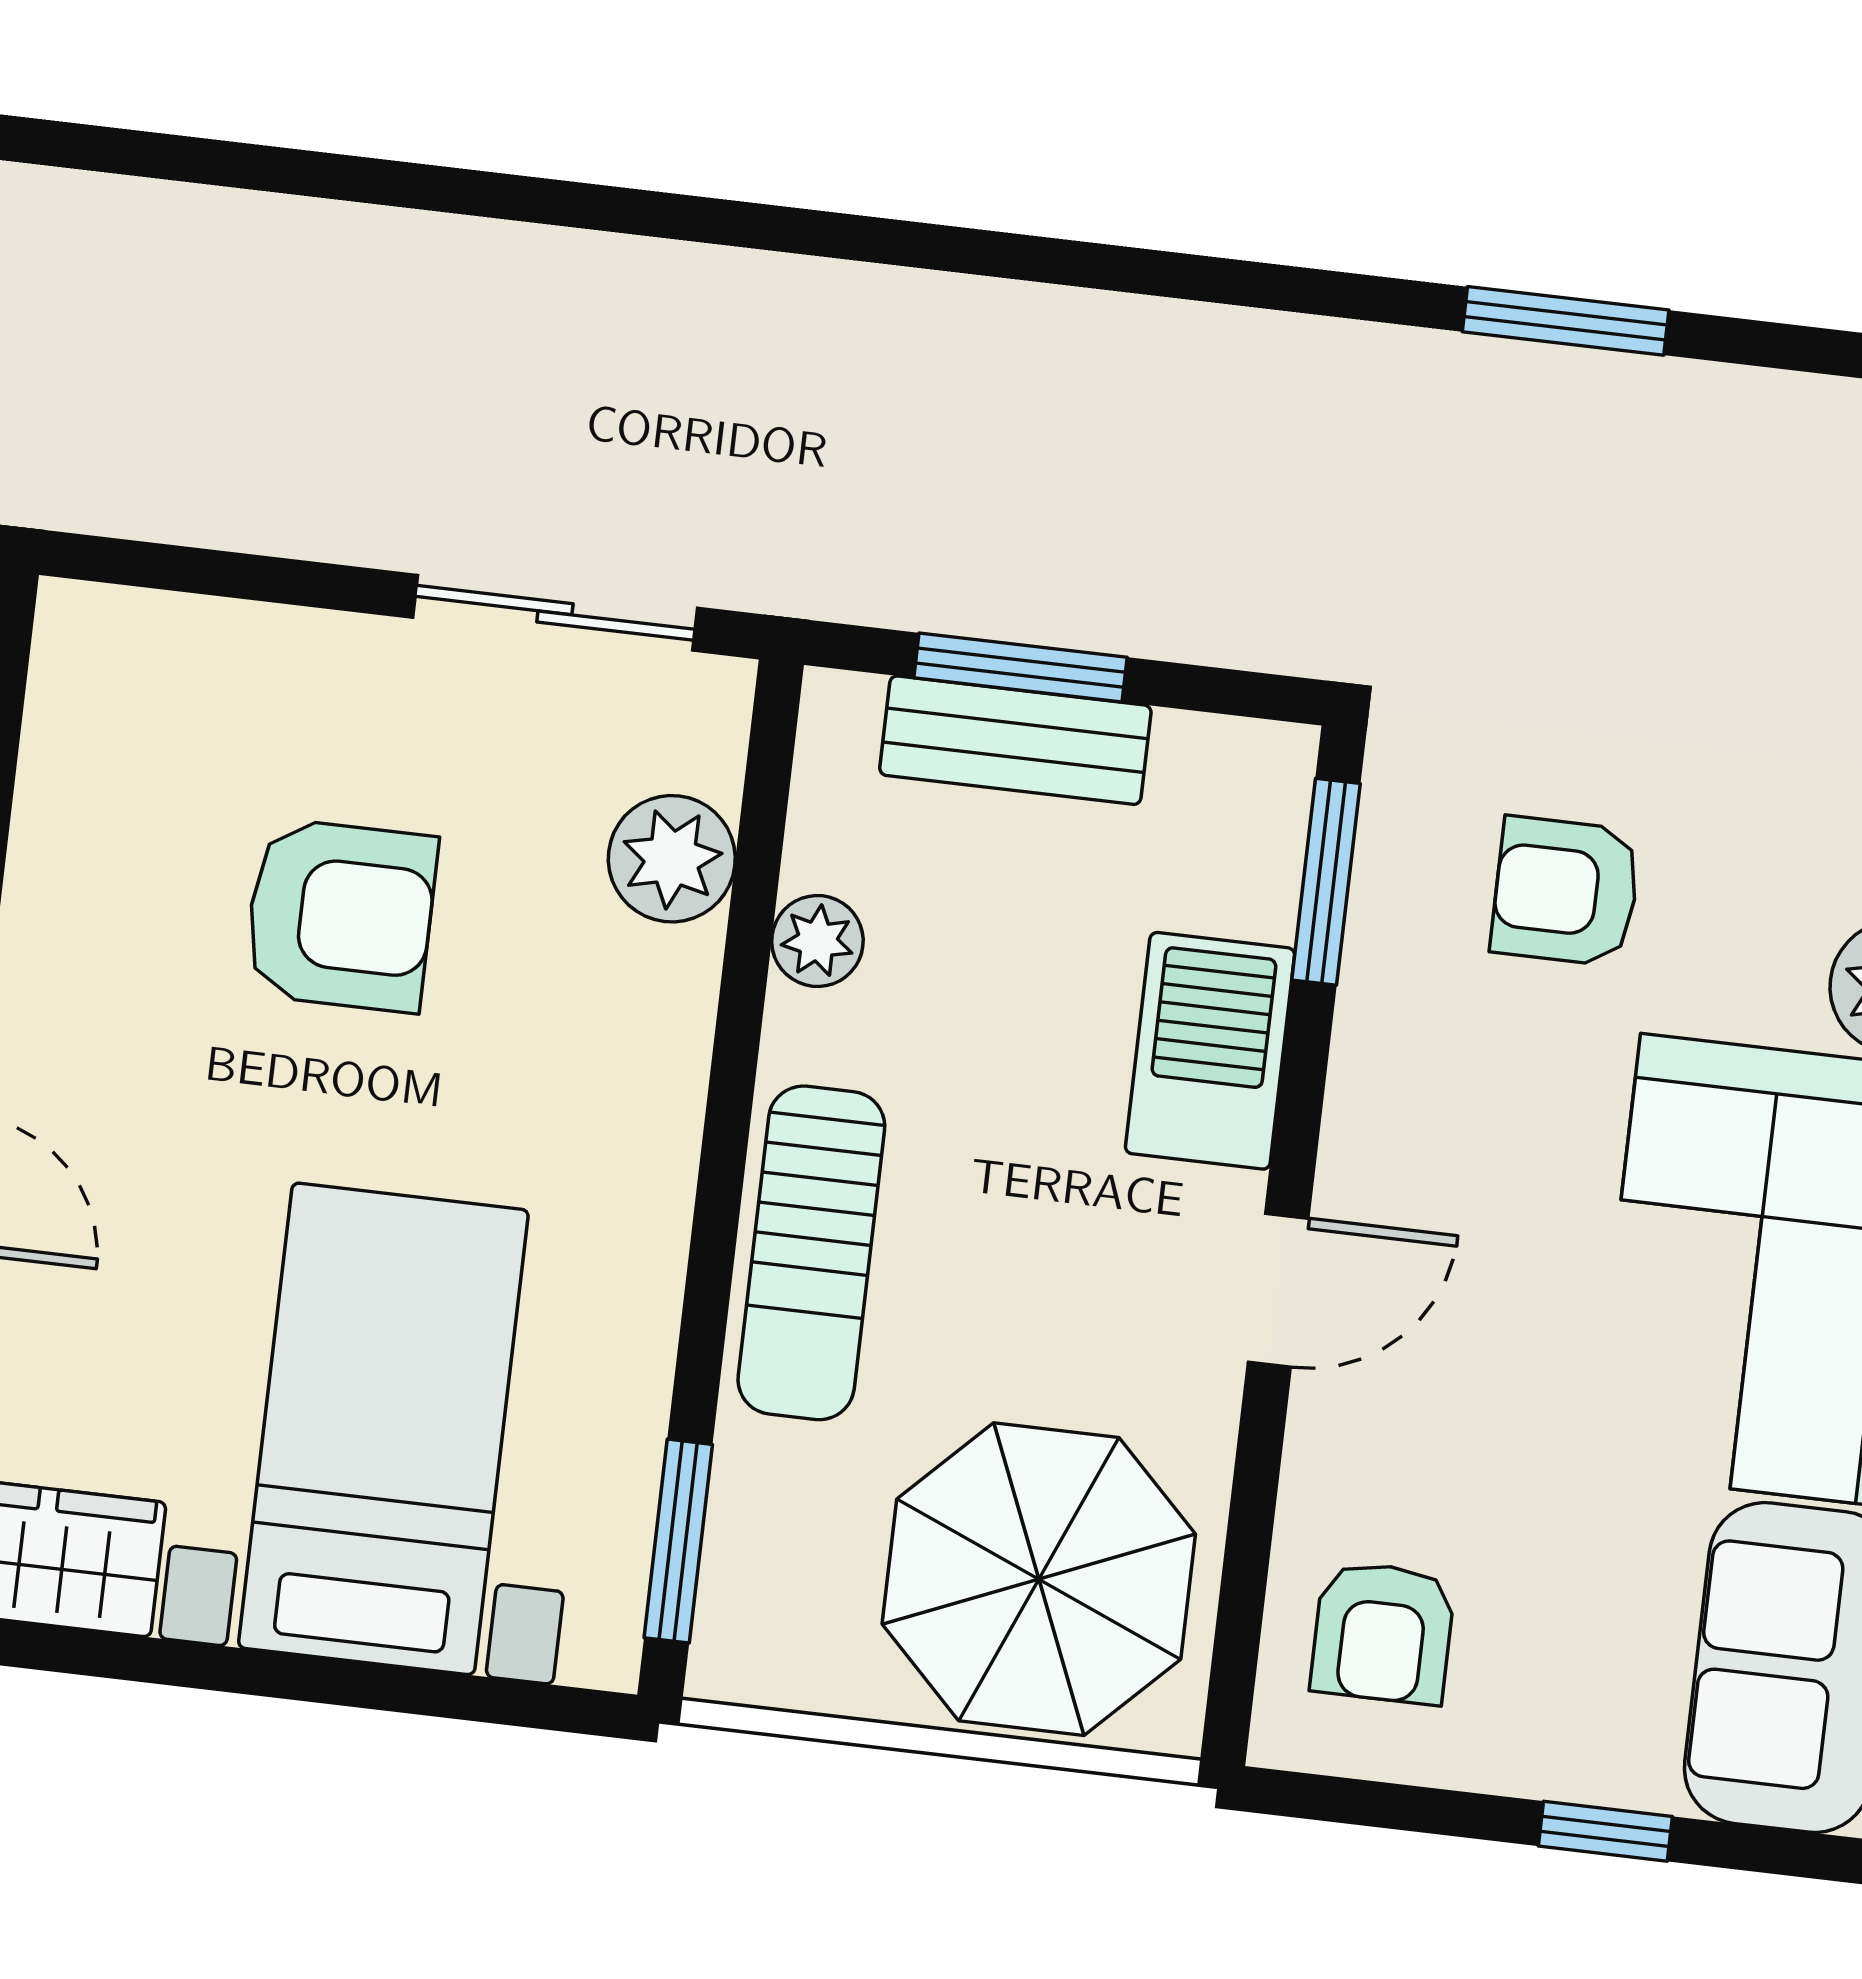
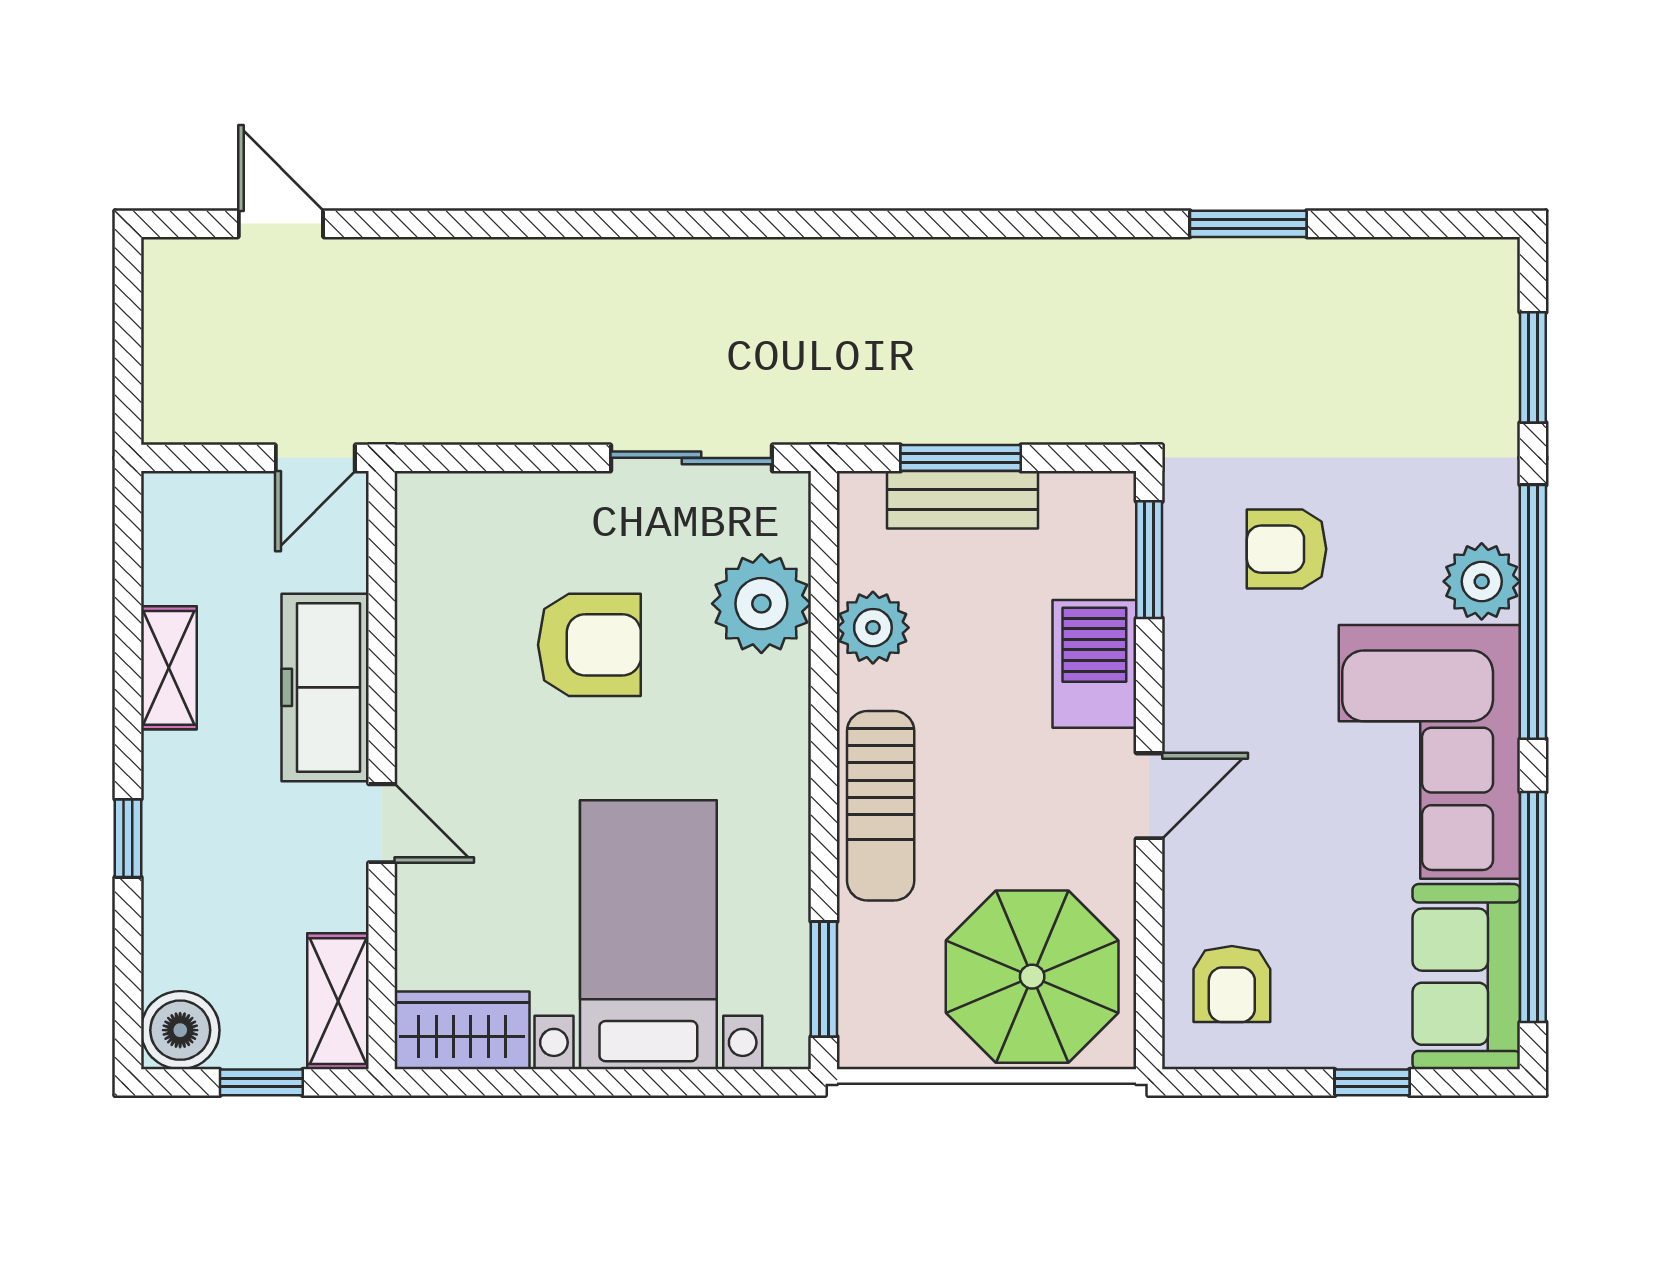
plant: (672, 859) -> (761, 604), width x1.36, depth x1.36
plant: (817, 941) -> (873, 628), width x1.38, depth x1.38

